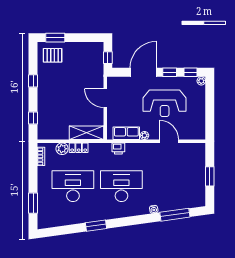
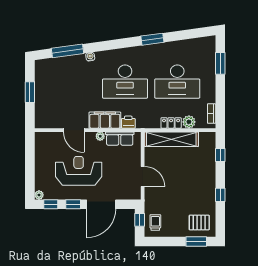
trolley: (93, 55) -> (155, 222), added
shelving: (86, 133) -> (171, 139), width x1.47
filing cabinet: (140, 150) -> (105, 120), added

